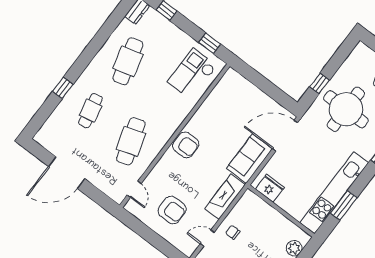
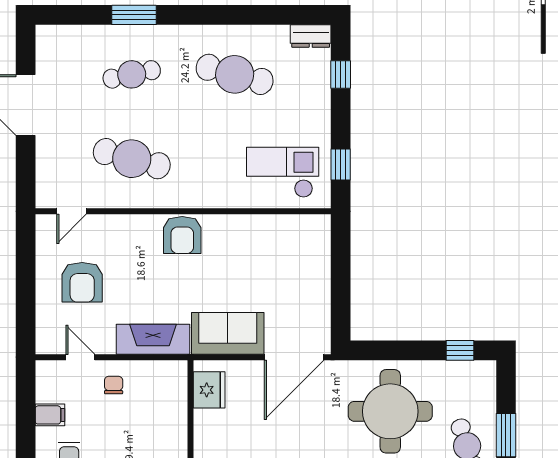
cafe table: (128, 61) -> (235, 74), turned 30
window: (319, 83) -> (460, 350), moved
window: (63, 88) -> (134, 15), width x1.50
door: (285, 136) -> (294, 357), swing flipped
cafe table: (131, 141) -> (132, 159), turned 33

